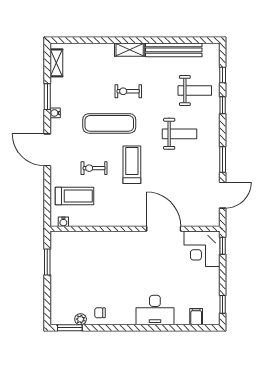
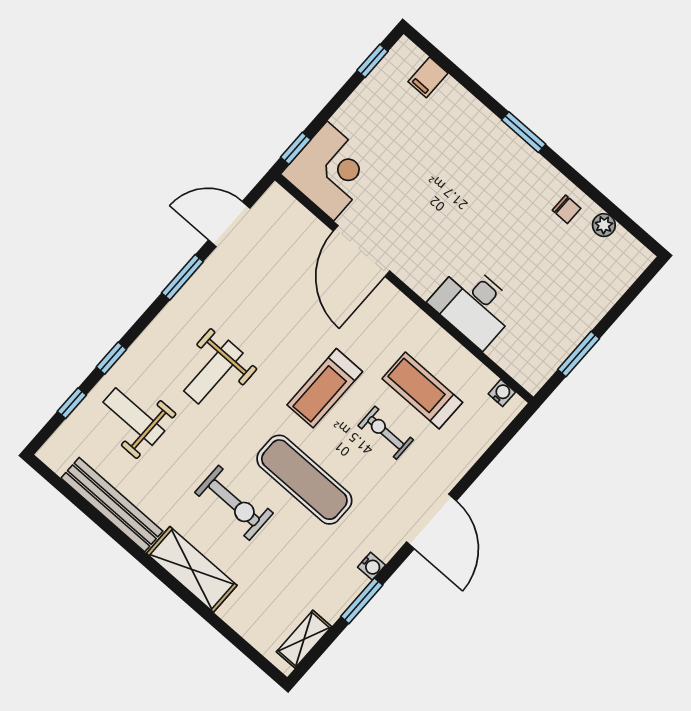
shelving: (130, 50) -> (192, 569), width x1.50, depth x1.33
exercise bike: (128, 91) -> (234, 503), width x1.38, depth x1.39
weight bench: (179, 134) -> (213, 372), turned -90
exercise bike: (94, 168) -> (386, 433), turned 180
treadmill: (74, 196) -> (422, 390), moved
desk: (155, 310) -> (474, 305), moved, turned 180
window: (70, 328) -> (524, 132), moved

